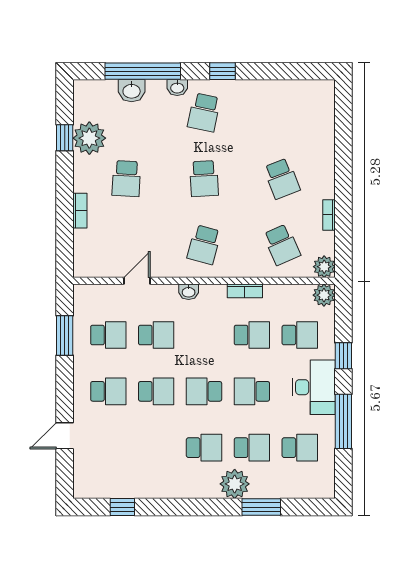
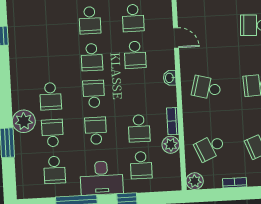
plant: (324, 295) -> (171, 145), moved
school desk: (252, 448) -> (52, 133), turned 180

